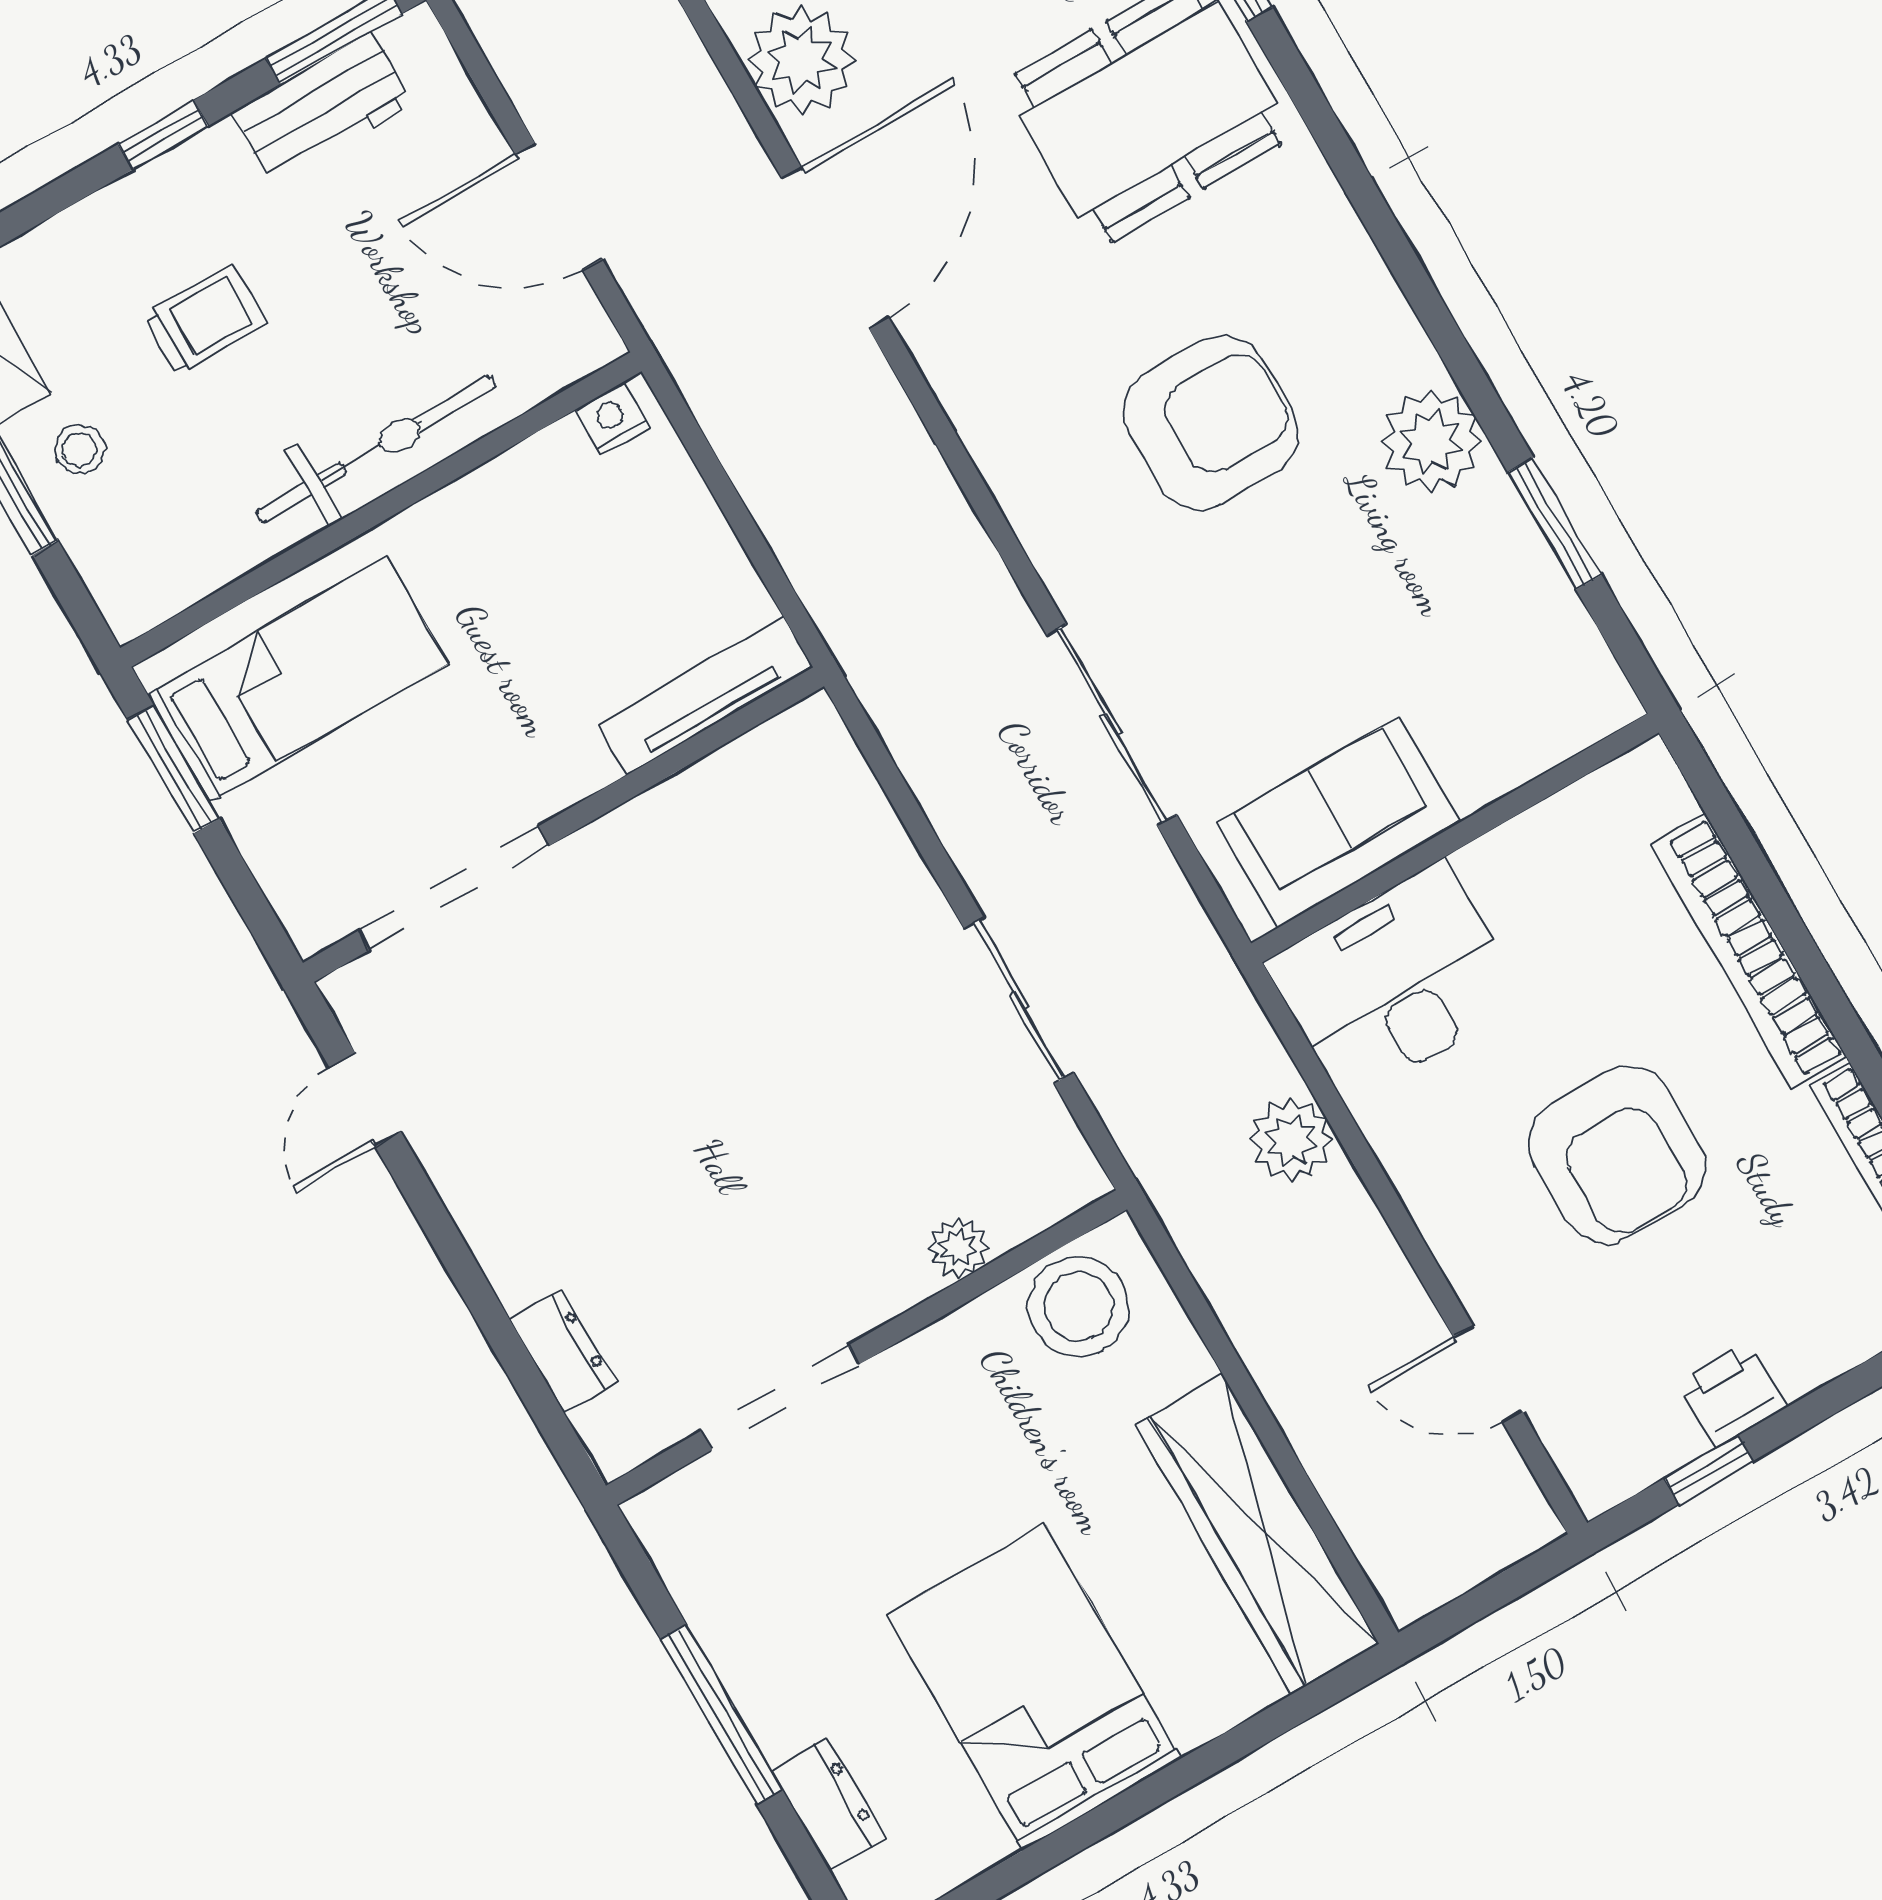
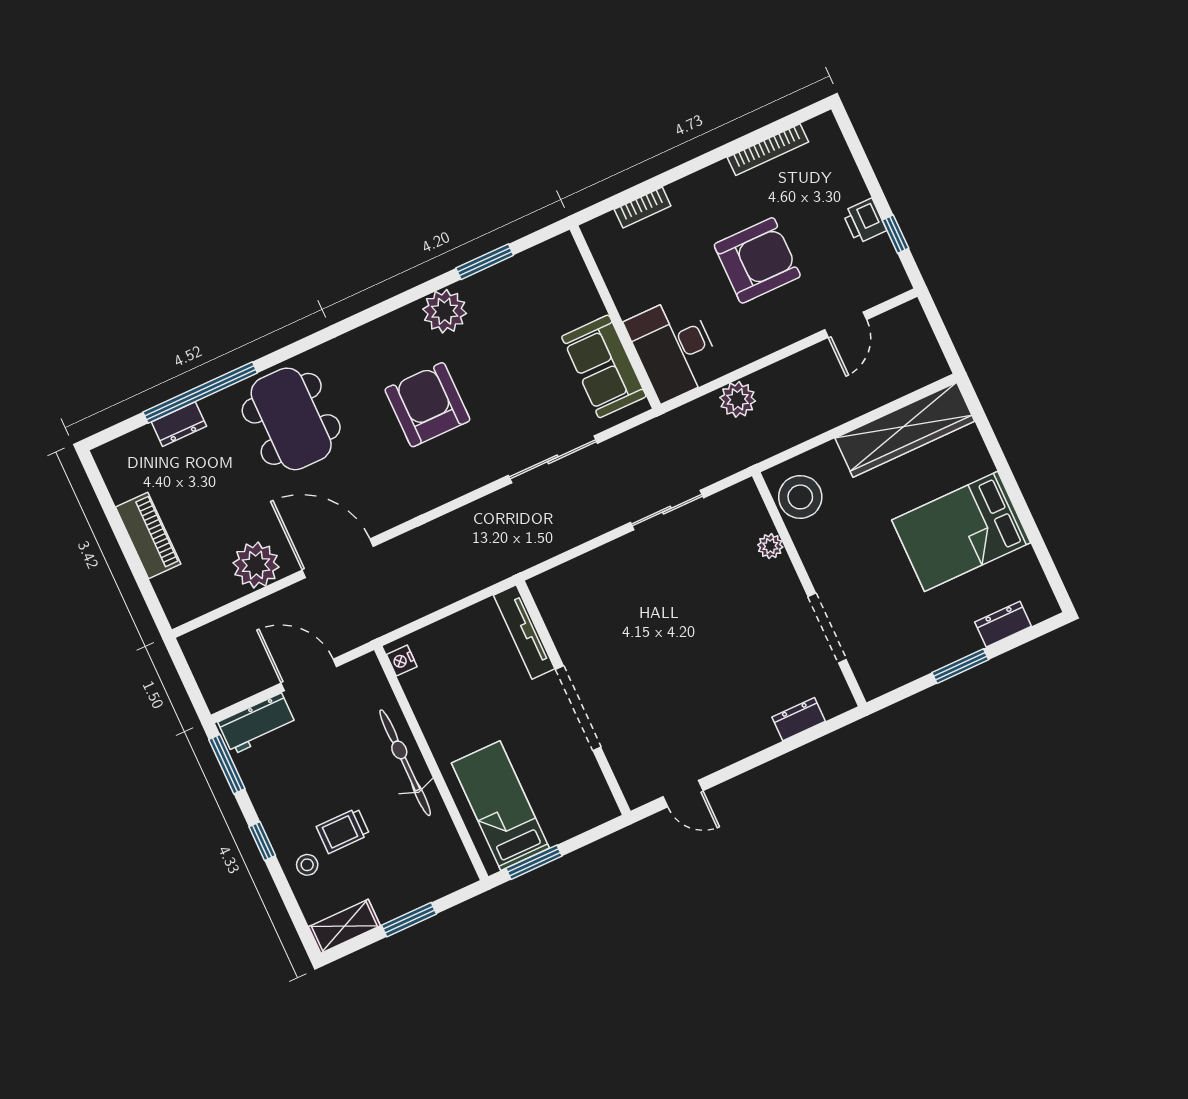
workbench: (322, 108) -> (257, 724), moved, turned 90
door: (559, 206) -> (309, 675), swing flipped
trolley: (205, 320) -> (343, 831), turned -90
stool: (80, 449) -> (307, 865), moved
doorway: (453, 888) -> (578, 708), moved
bookcase: (1748, 951) -> (643, 208), width x0.43, depth x0.76
window: (721, 1714) -> (960, 666), width x0.69

